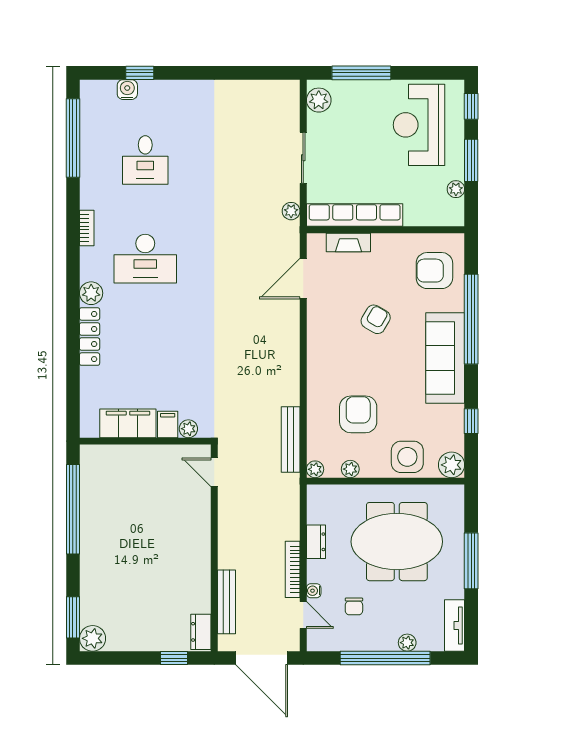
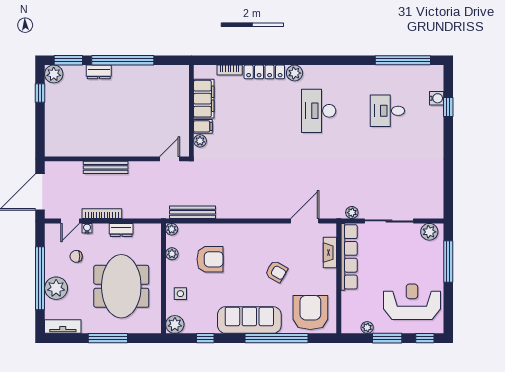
sliding door: (303, 158) -> (389, 221), width x1.37
bookcase: (87, 228) -> (230, 70), moved
armchair: (434, 271) -> (310, 313), width x1.36, depth x1.36
door: (303, 279) -> (305, 221), hinge flipped
side table: (407, 457) -> (180, 294), width x0.54, depth x0.54
window: (73, 509) -> (123, 60), moved
bench: (226, 602) -> (106, 167), moved
dresser: (201, 632) -> (99, 72), moved, turned 180
plant: (407, 643) -> (56, 288), width x1.88, depth x1.88
window: (174, 658) -> (40, 93), moved

